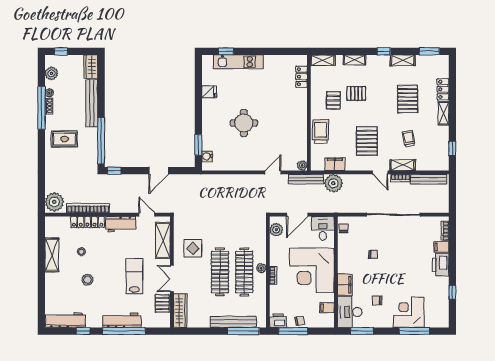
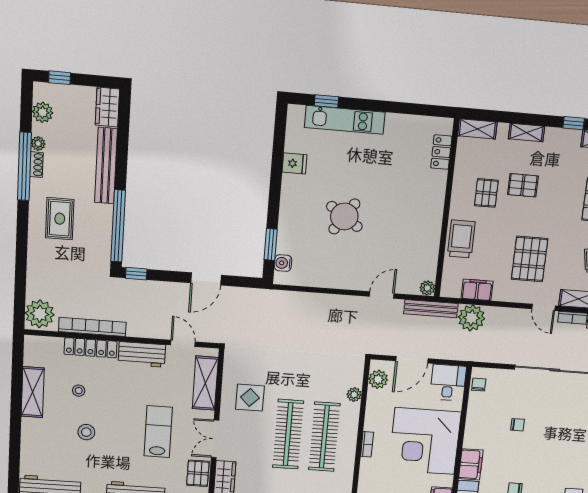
round table: (244, 123) -> (344, 216), turned 34
rug: (65, 139) -> (60, 219), turned 90
plant: (261, 268) -> (354, 395), moved

